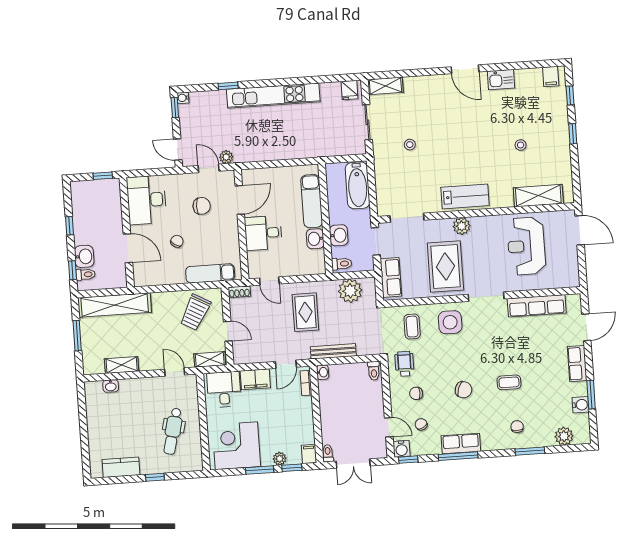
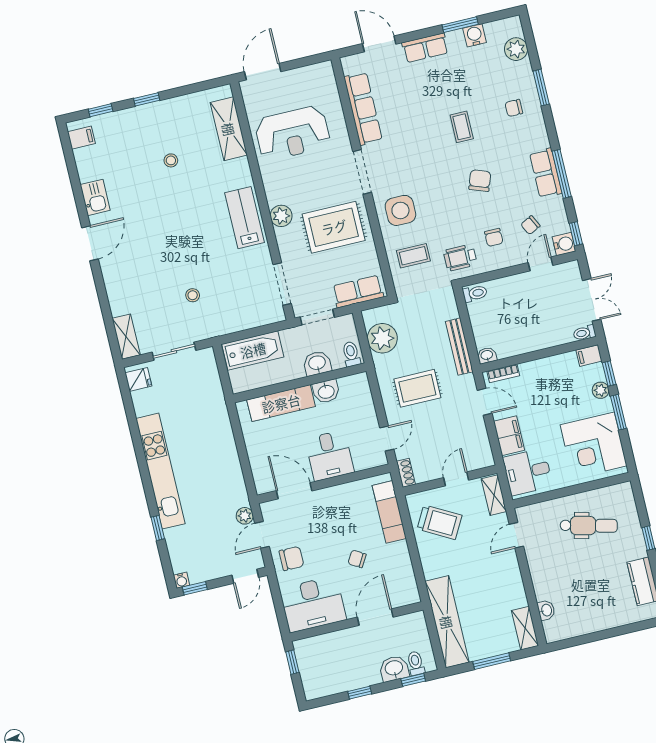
chair: (202, 206) -> (292, 558), moved, turned 90
shelving: (122, 365) -> (525, 628), moved

